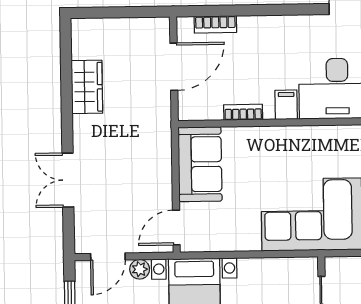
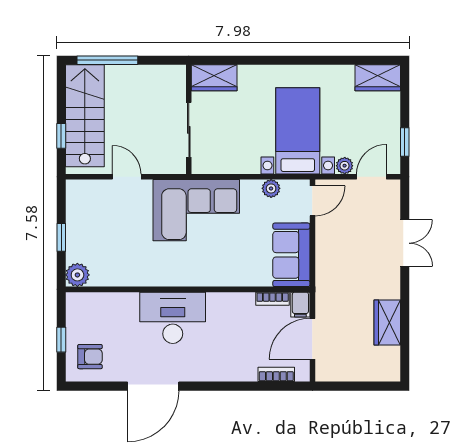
filing cabinet: (286, 105) -> (300, 305), moved
bookcase: (243, 112) -> (273, 299), moved
plant: (225, 241) -> (271, 188), added

